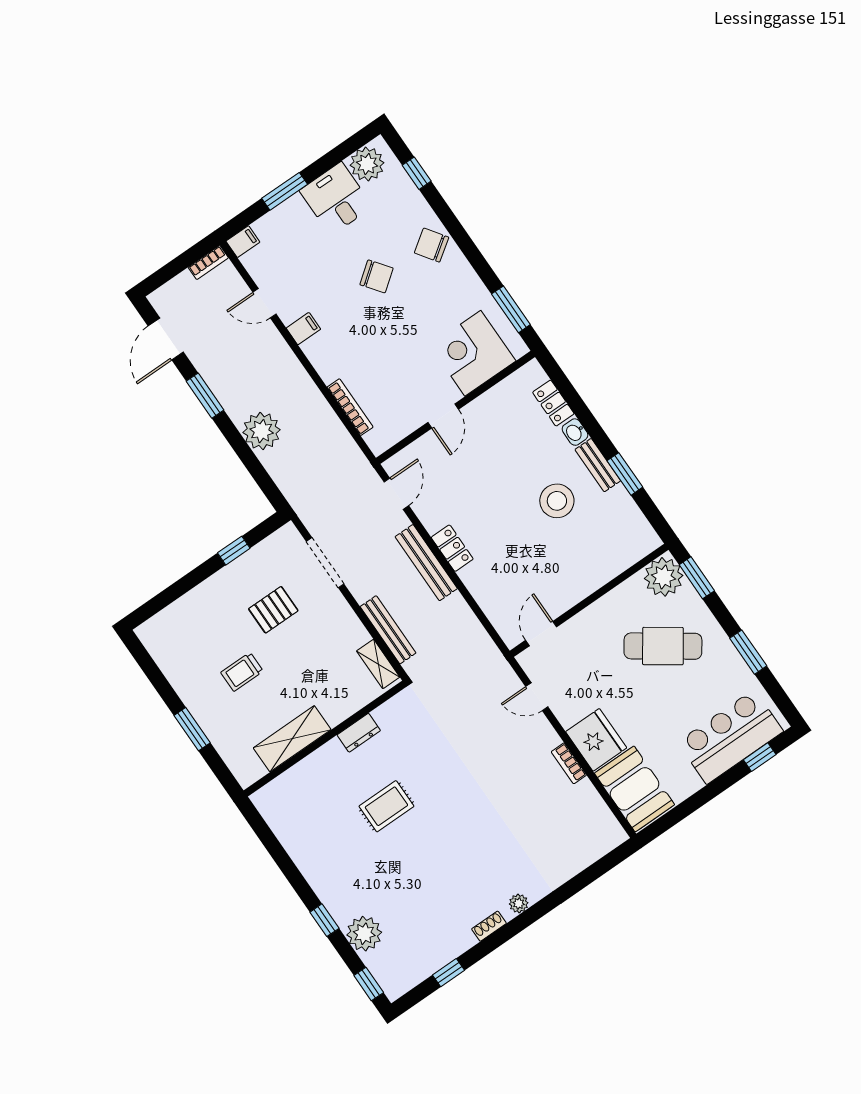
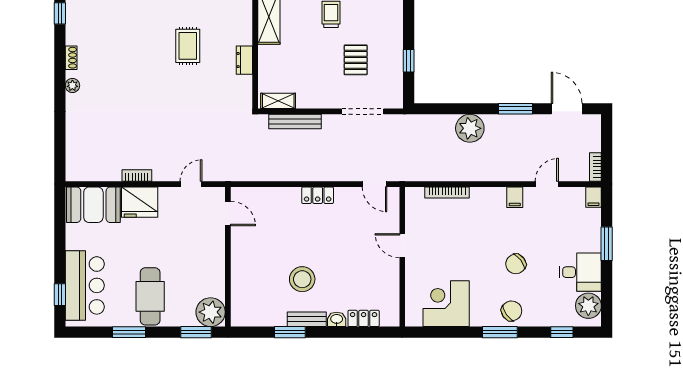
window: (511, 309) -> (500, 332), moved
corner desk: (473, 353) -> (446, 304), moved, turned -90
bench: (426, 563) -> (320, 173), removed
cafe table: (663, 646) -> (150, 296), moved, turned -35

